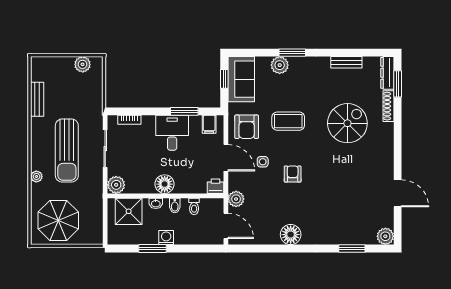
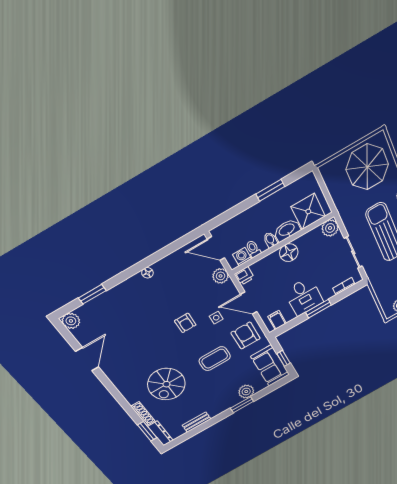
window: (184, 111) -> (318, 309), moved
door: (398, 193) -> (87, 359), swing flipped
washbasin: (156, 203) -> (287, 230), width x1.91, depth x1.45
floor lamp: (291, 235) -> (147, 273), width x0.53, depth x0.53
washing machine: (166, 238) -> (242, 257), moved, turned 180

